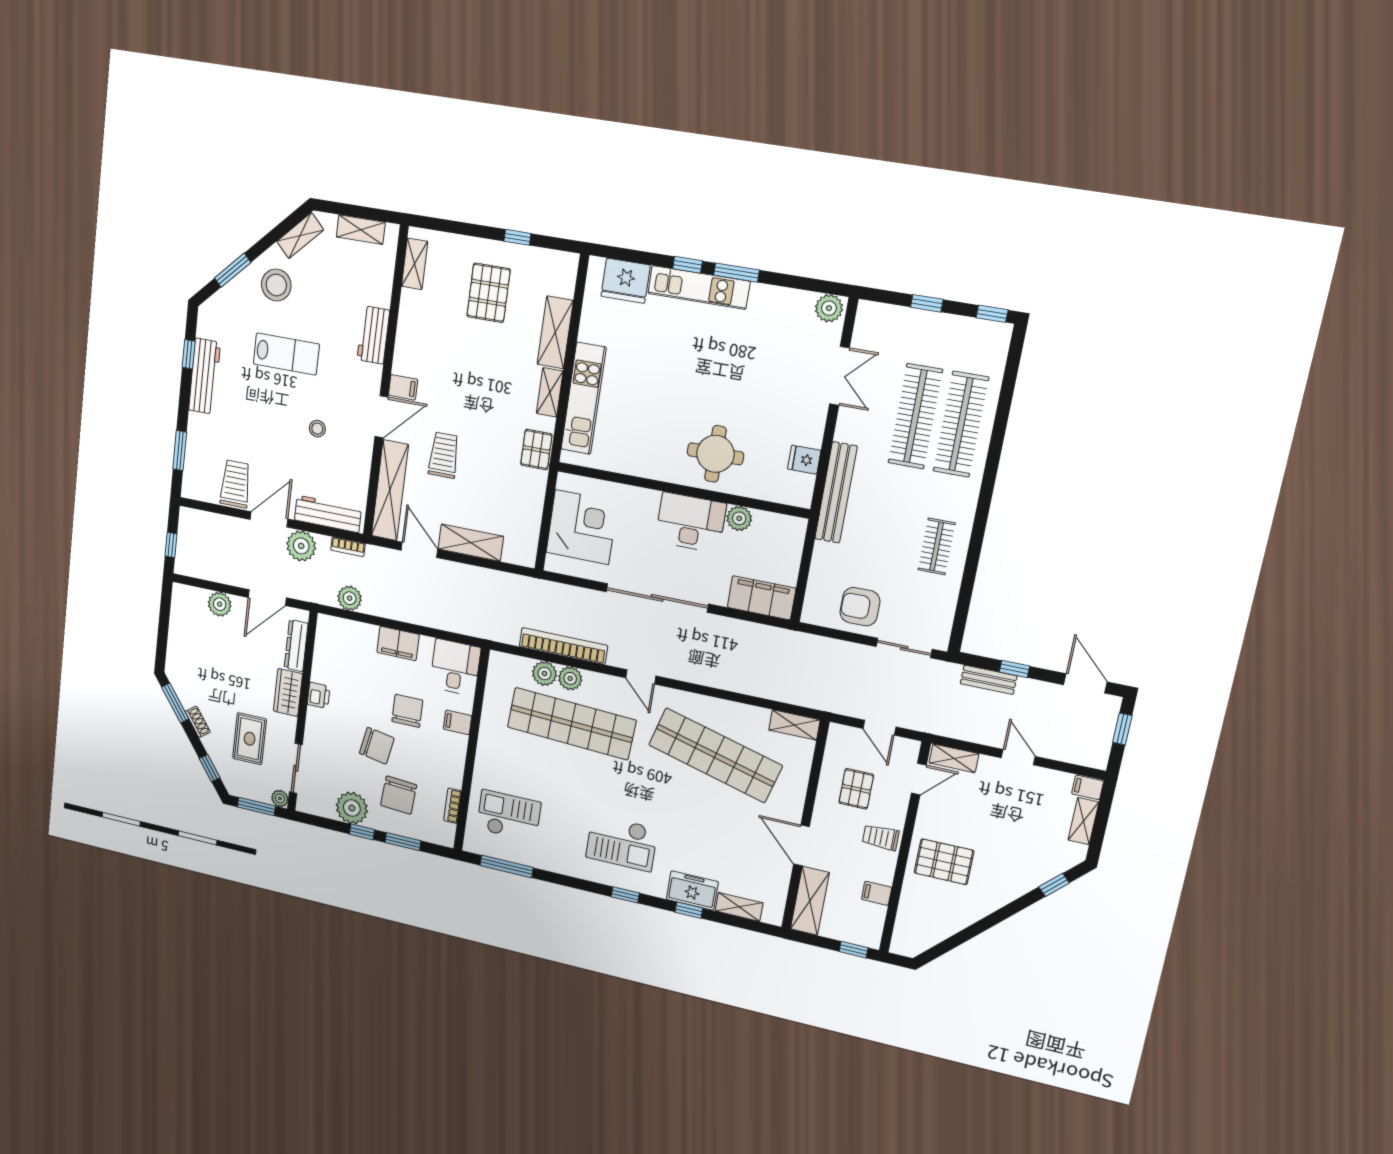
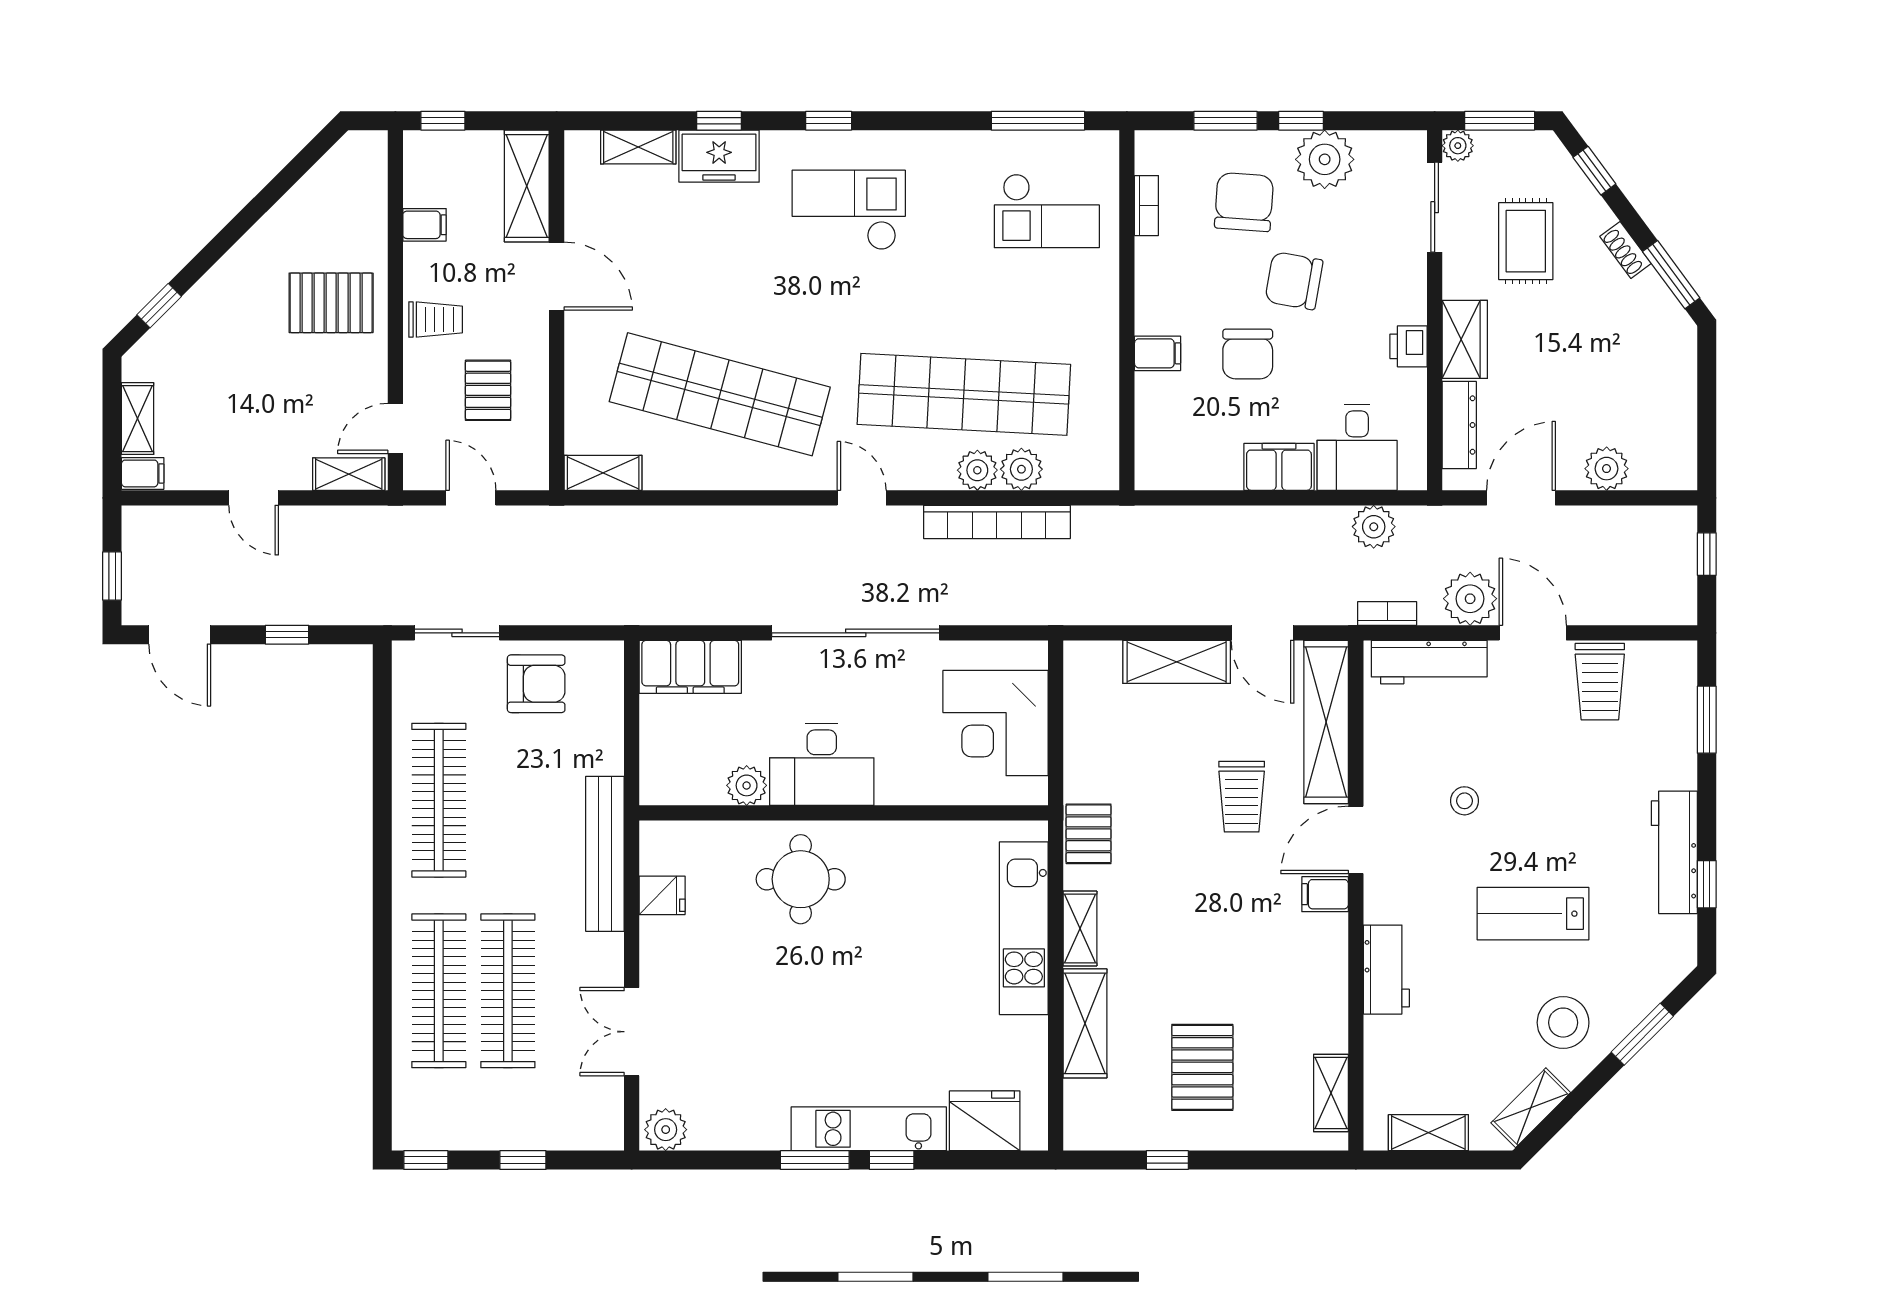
door: (269, 519) -> (1533, 633), swing flipped
clothes rail: (937, 546) -> (439, 800), width x1.86, depth x1.31
desk: (455, 667) -> (1357, 447), moved
bench: (989, 680) -> (322, 610), removed

